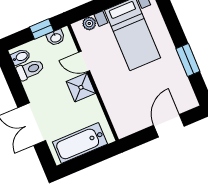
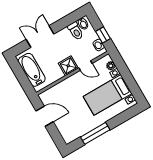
window: (188, 60) -> (95, 133), width x1.44
door: (84, 61) -> (85, 66), swing flipped
door: (169, 126) -> (45, 116), moved

